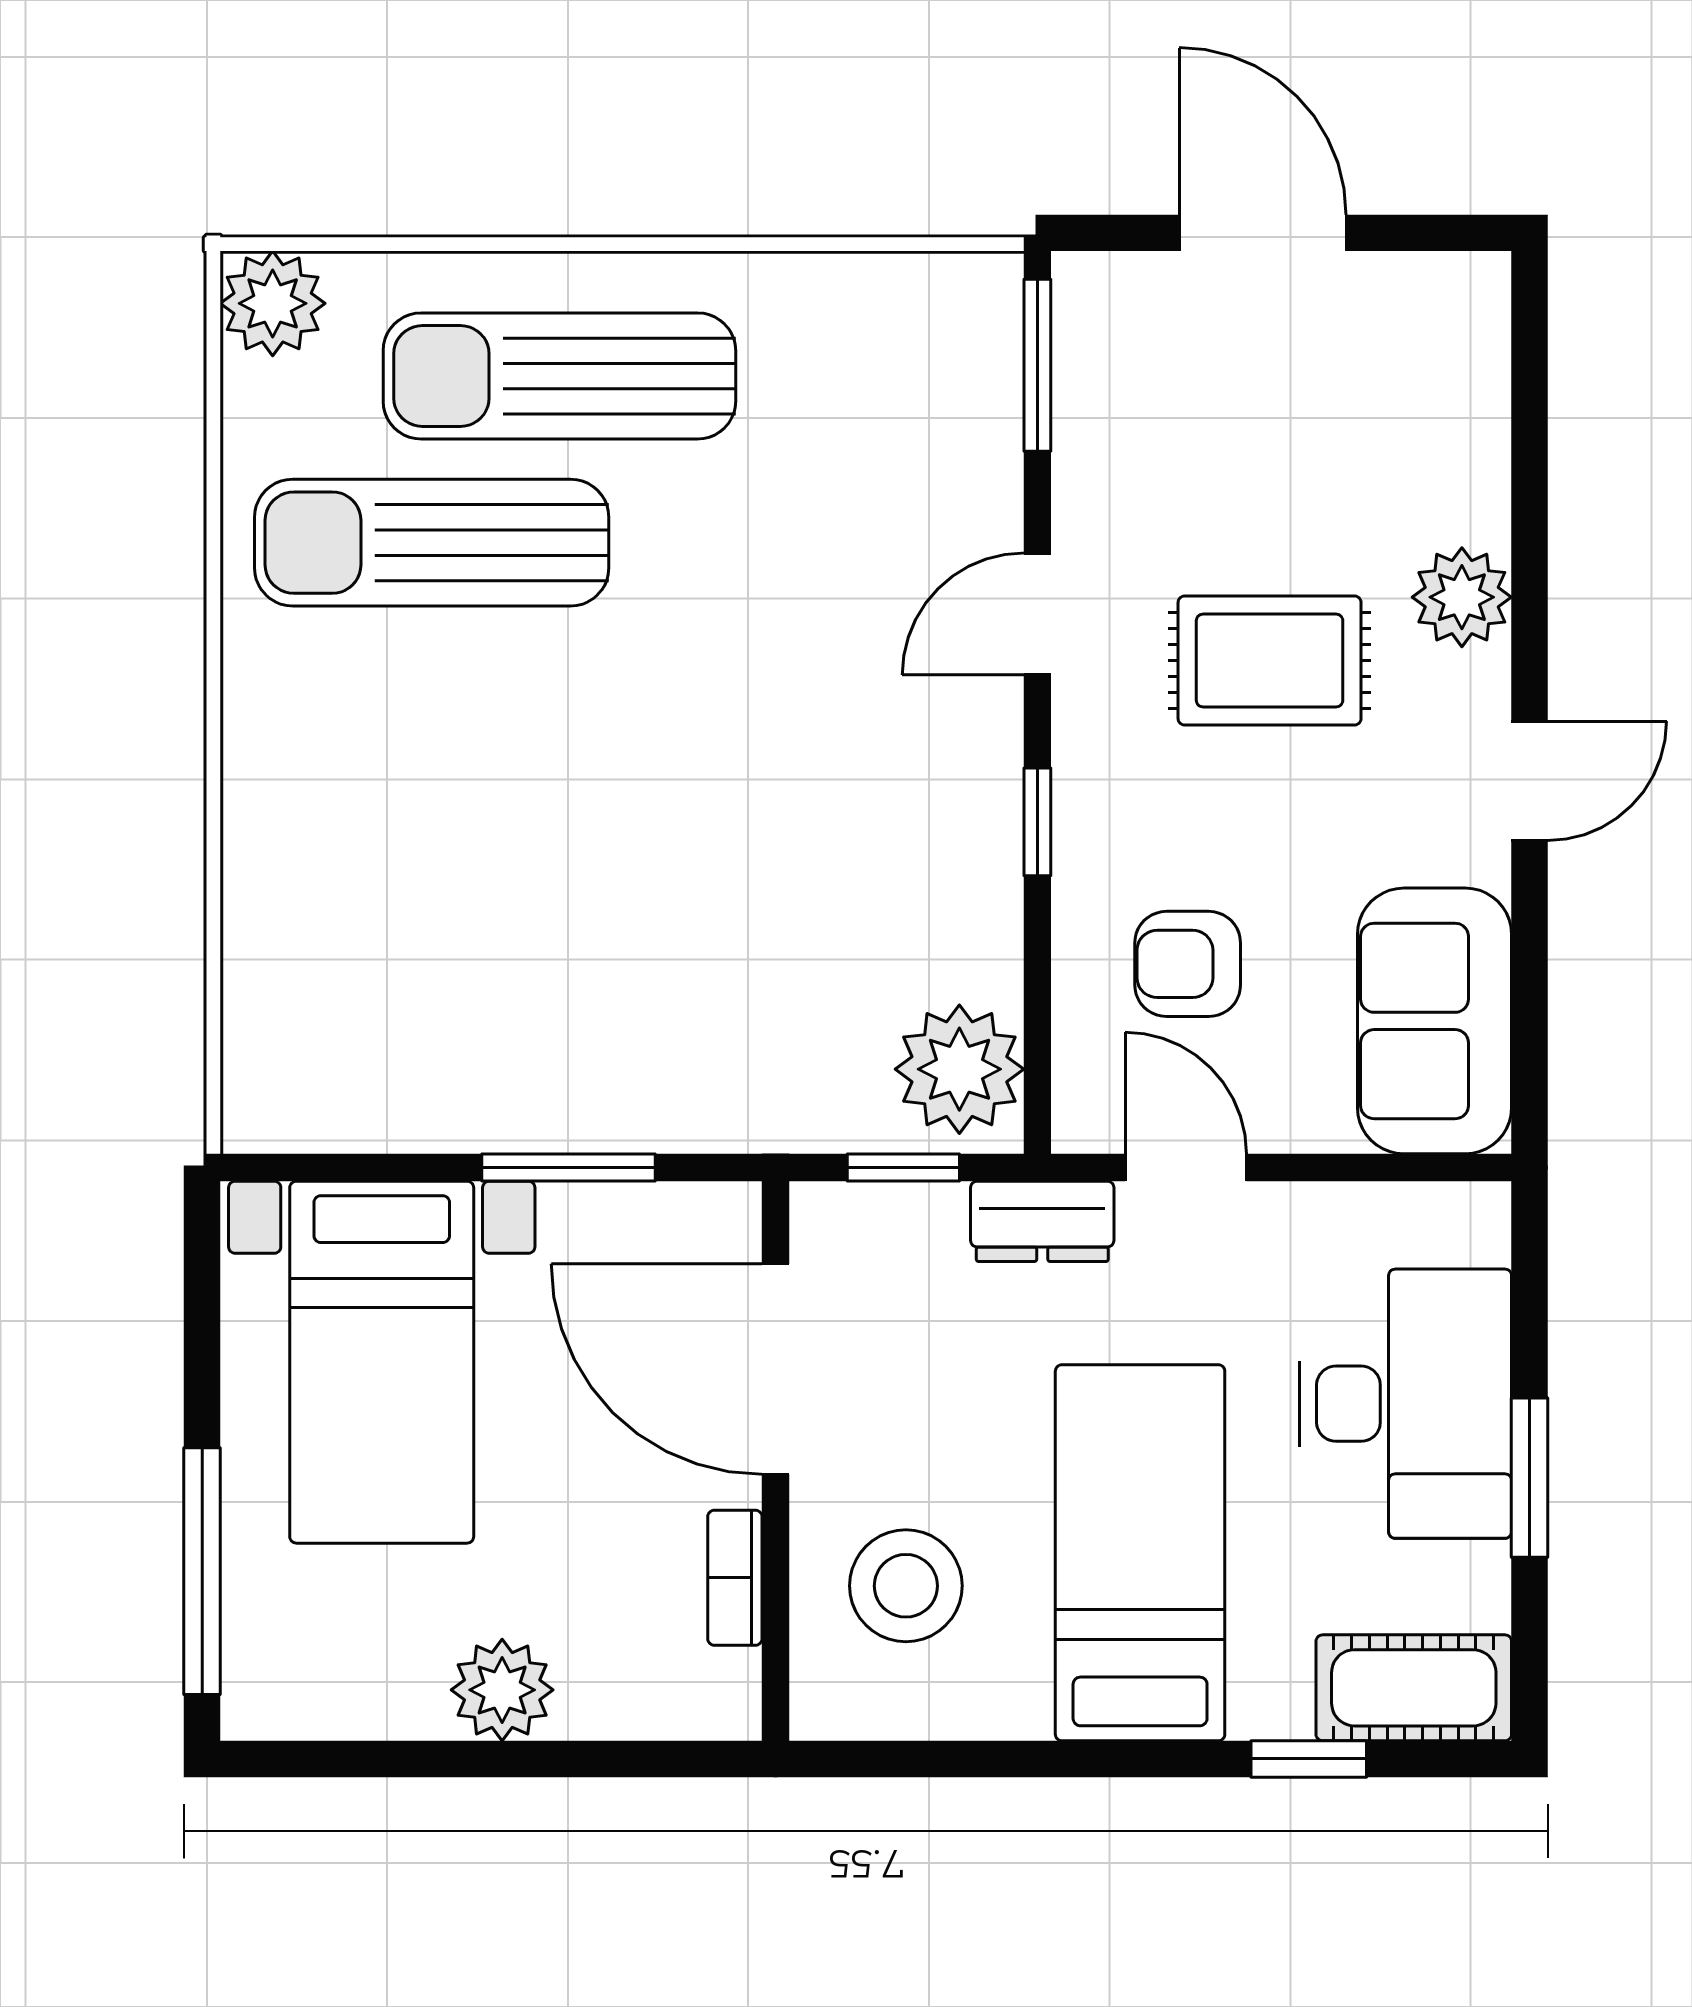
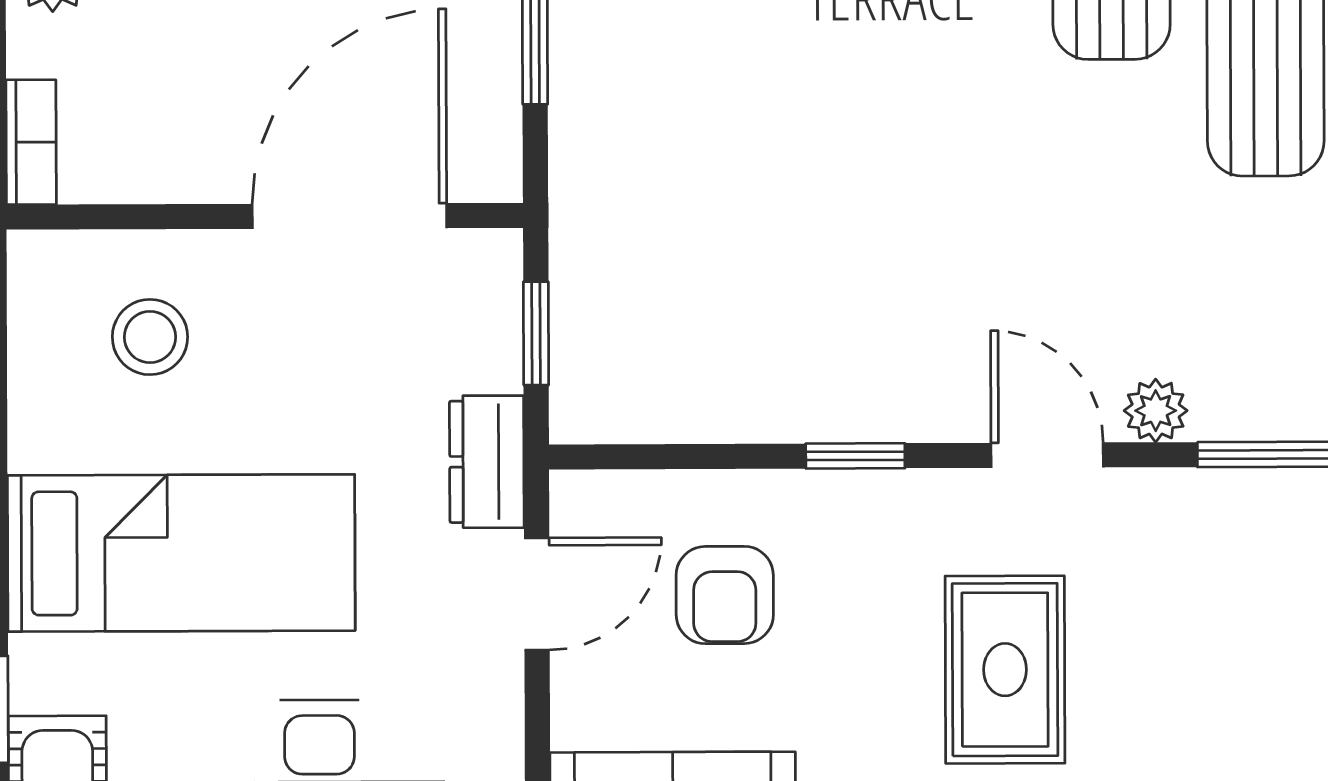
armchair: (1188, 964) -> (725, 595), turned 180
plant: (959, 1069) -> (1156, 411), moved, width x0.53, depth x0.53
bookcase: (735, 1578) -> (31, 142), moved, turned 90
stool: (906, 1586) -> (150, 337), width x0.73, depth x0.73

